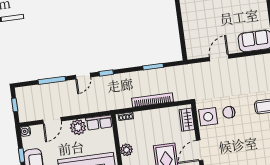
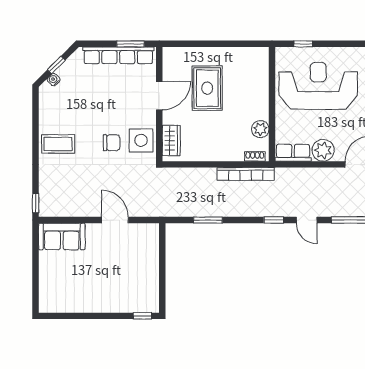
door: (219, 58) -> (115, 220), swing flipped
door: (83, 76) -> (307, 220), swing flipped
bookcase: (152, 100) -> (246, 174), moved
plant: (126, 150) -> (260, 129), moved

